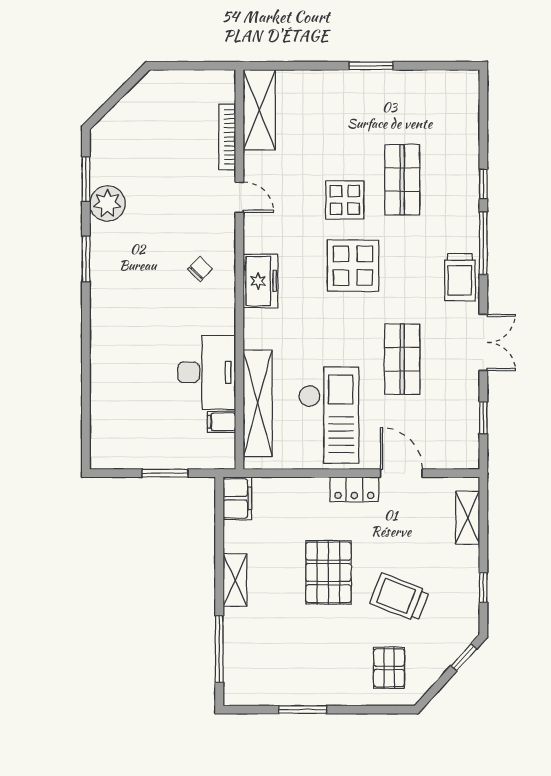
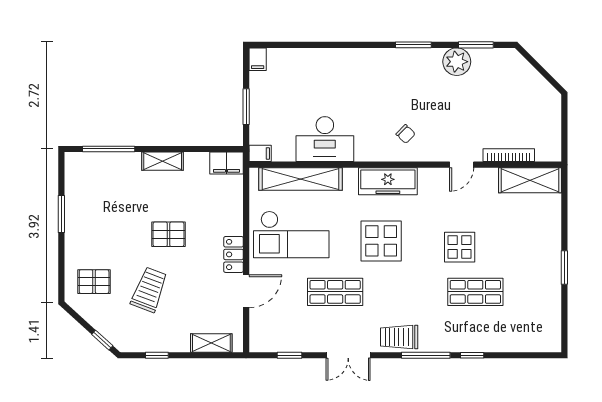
display table: (353, 266) -> (381, 241), moved
freezer: (261, 281) -> (388, 181), width x1.40
filing cabinet: (221, 422) -> (260, 153), moved, turned 90
filing cabinet: (104, 458) -> (258, 59), added
pallet: (328, 572) -> (169, 234), width x0.67, depth x0.71

